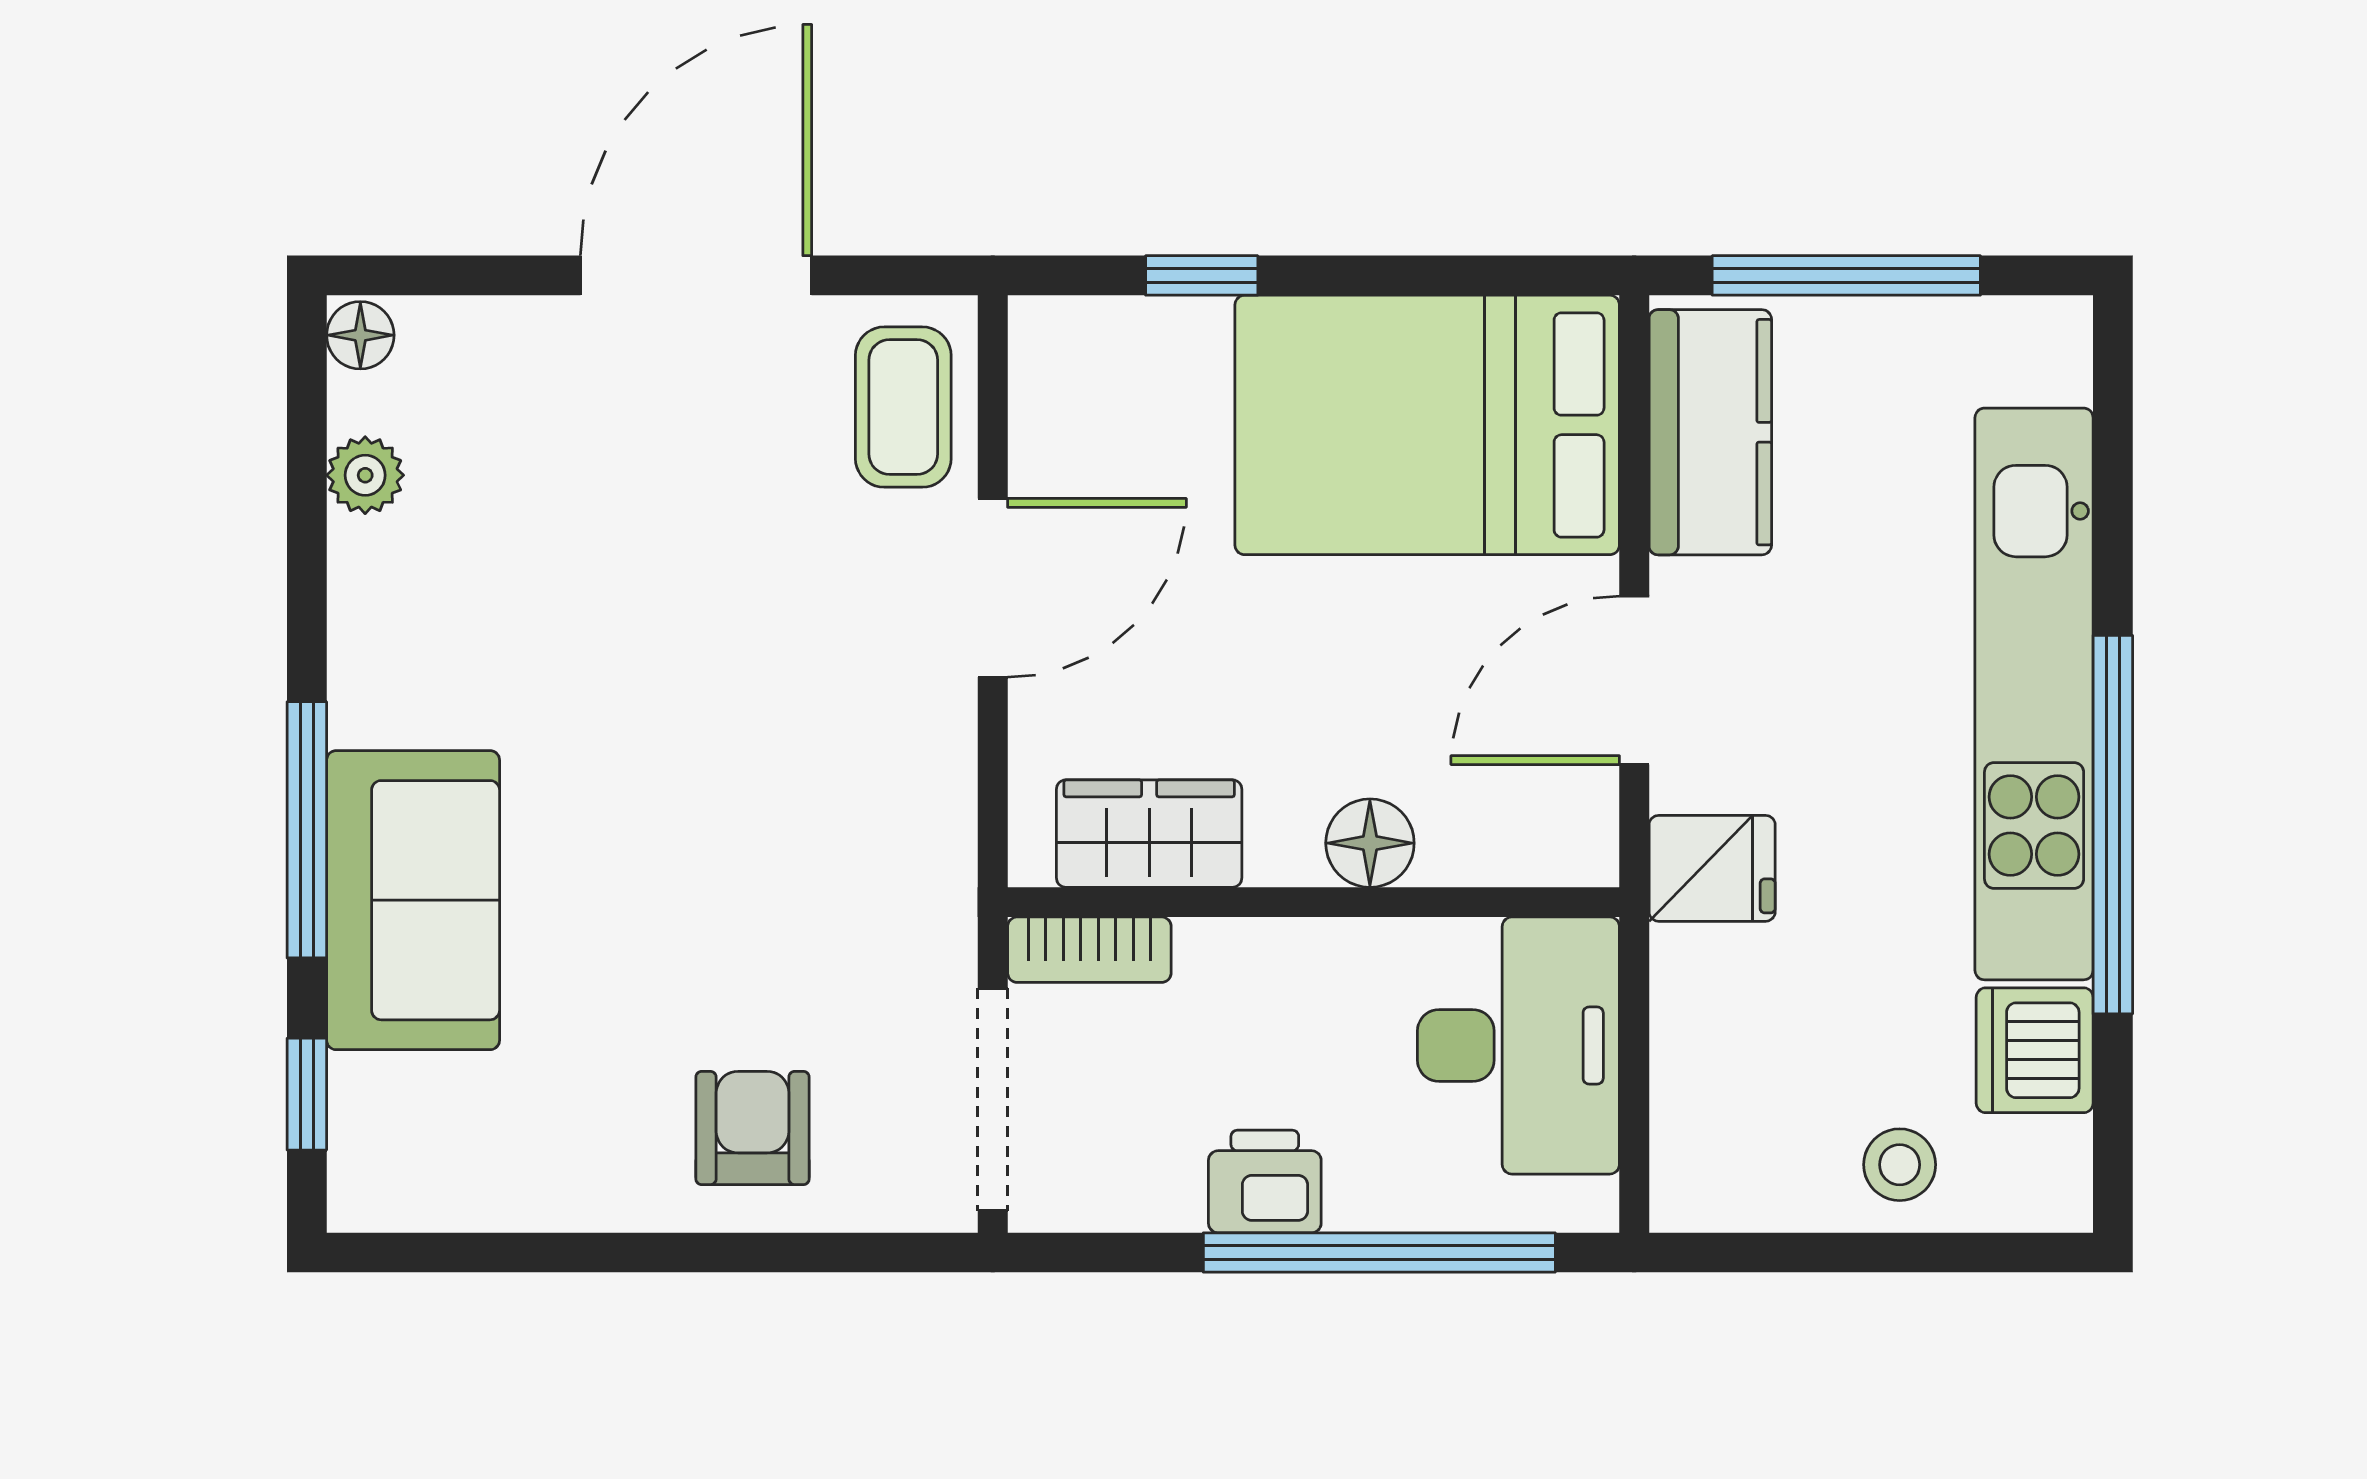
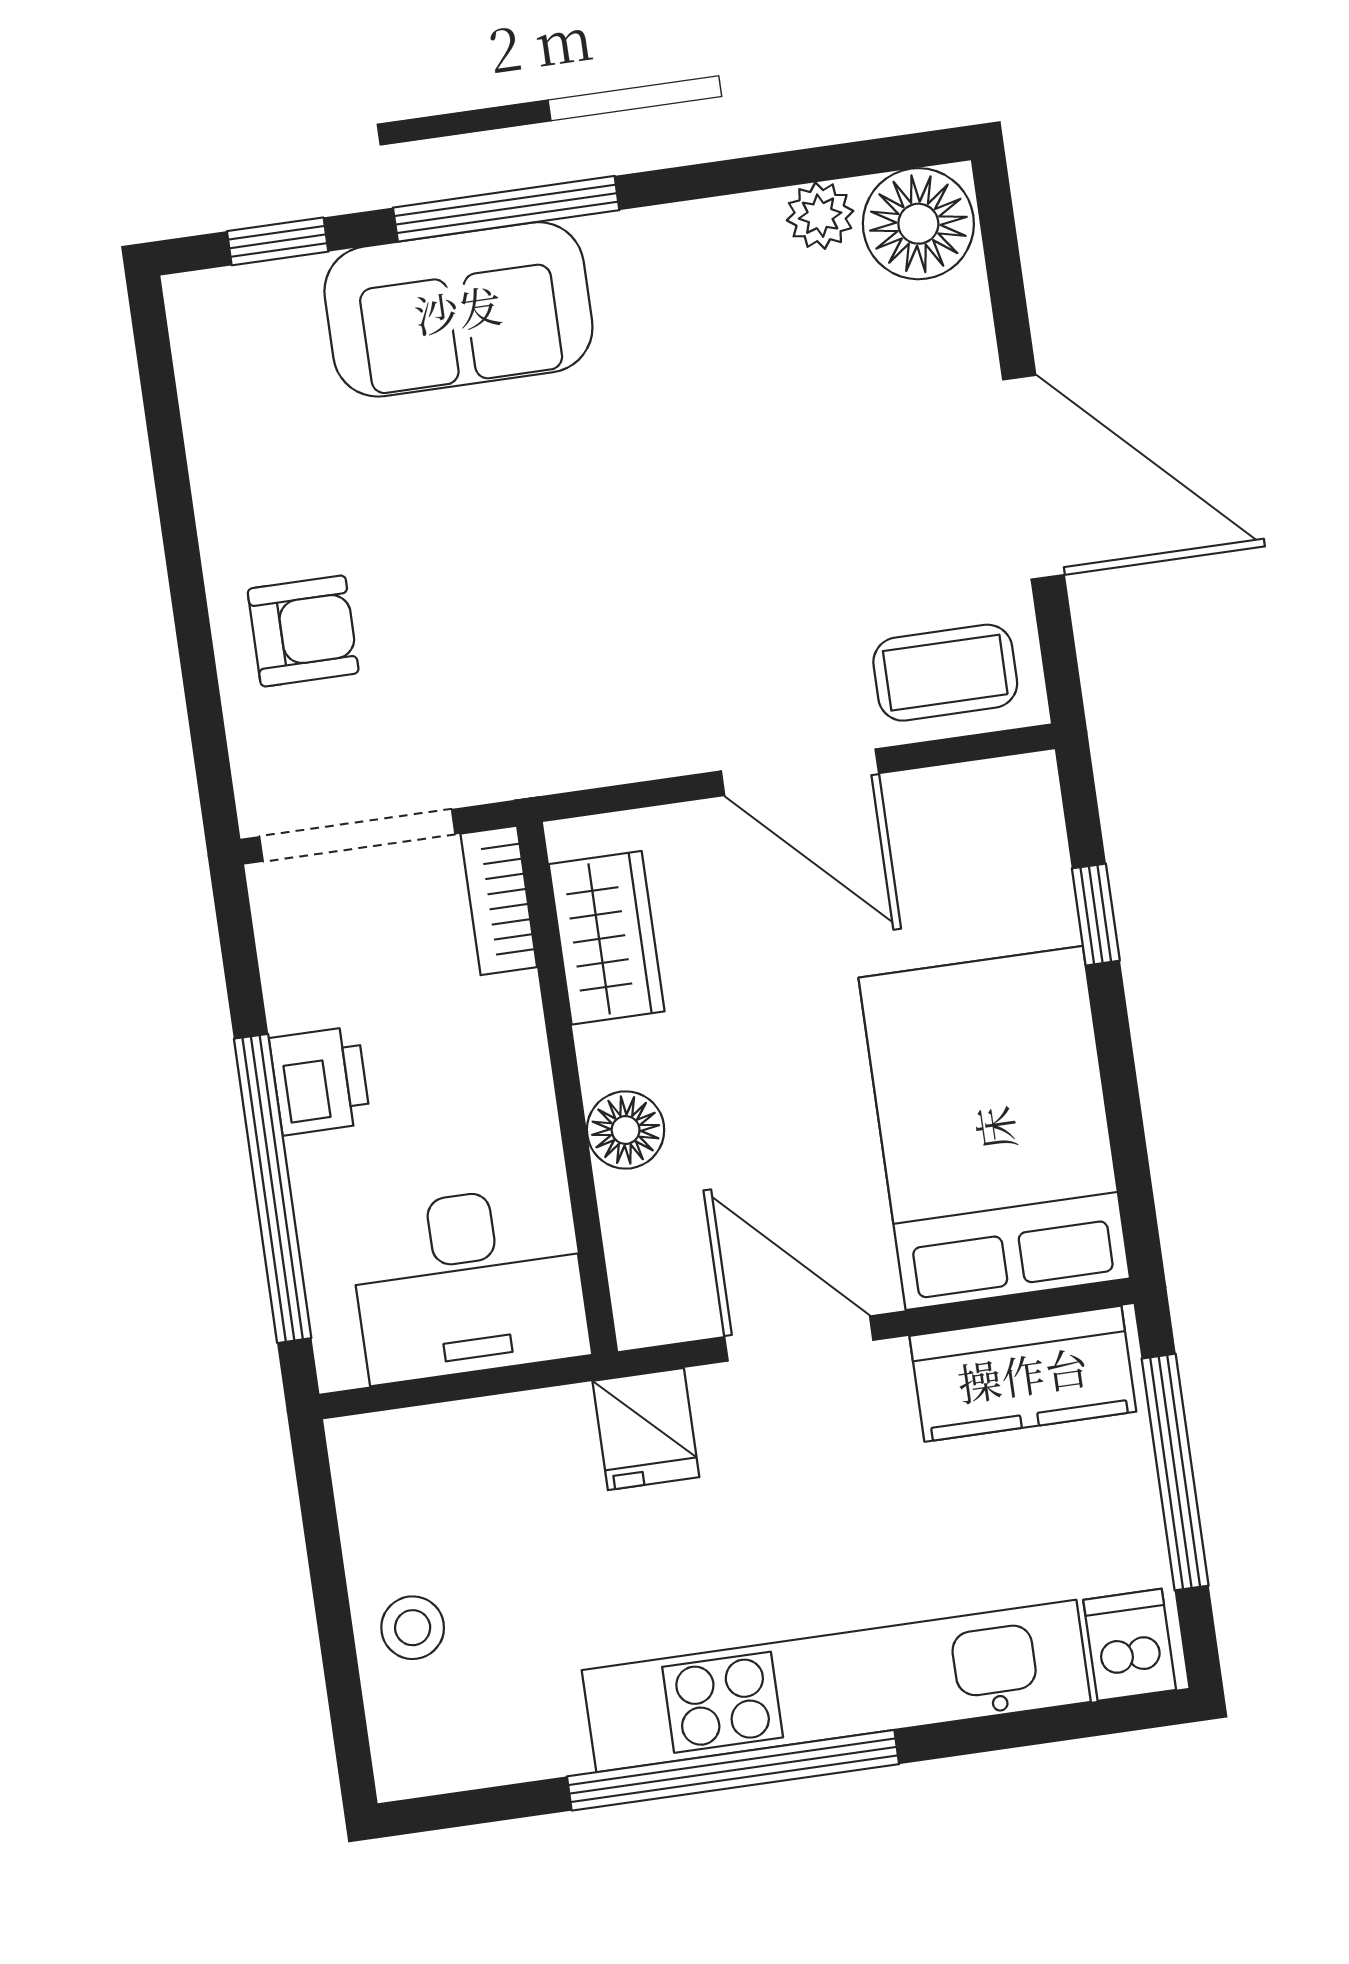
floor lamp: (360, 335) -> (918, 224), width x1.89, depth x1.89
dishwasher: (2035, 1050) -> (1130, 1645), moved, width x0.73

